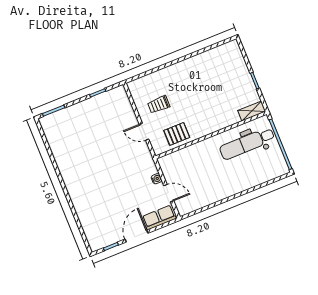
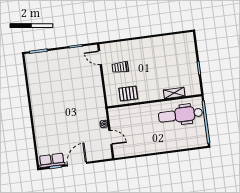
shelving: (252, 111) -> (174, 93), moved
door: (144, 132) -> (100, 58), moved
row of seats: (159, 217) -> (52, 160), moved

